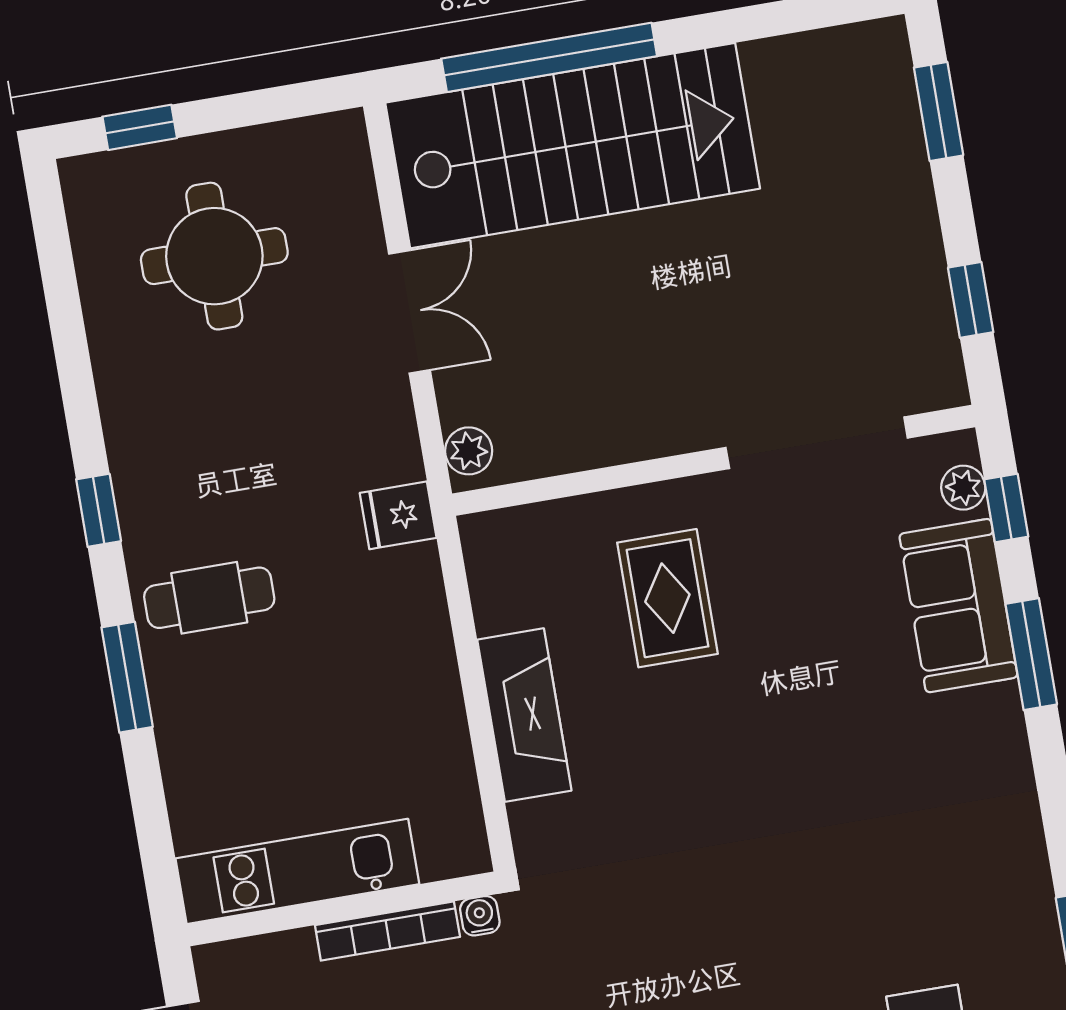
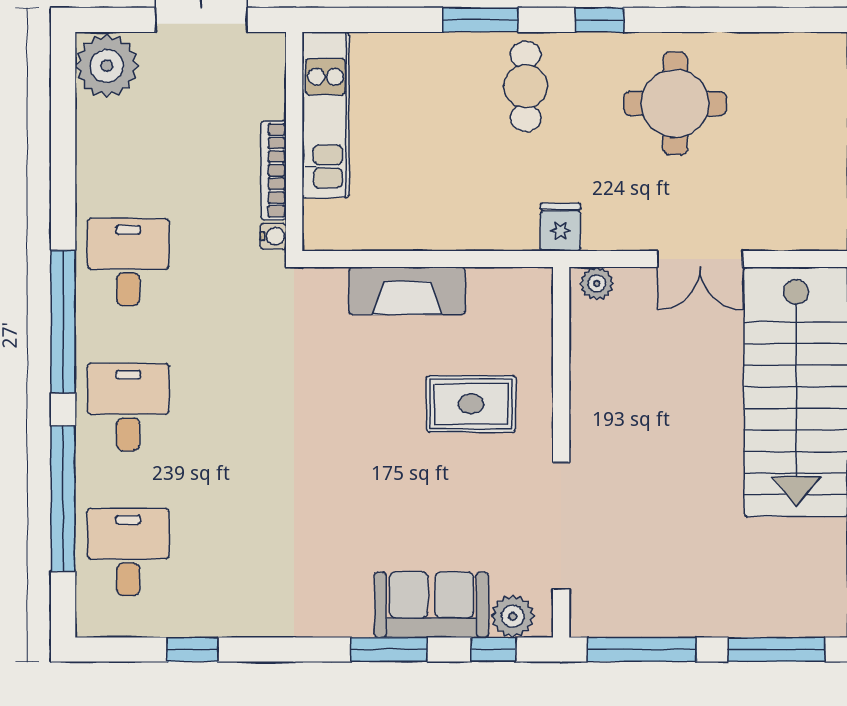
window: (939, 111) -> (776, 649), width x1.44
round table: (214, 256) -> (675, 103), moved
window: (971, 300) -> (642, 649), width x2.17
plant: (963, 488) -> (513, 616), width x1.38, depth x1.38

